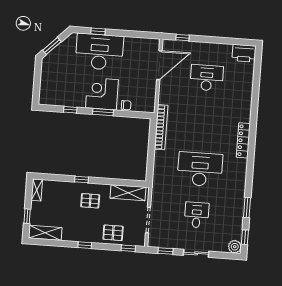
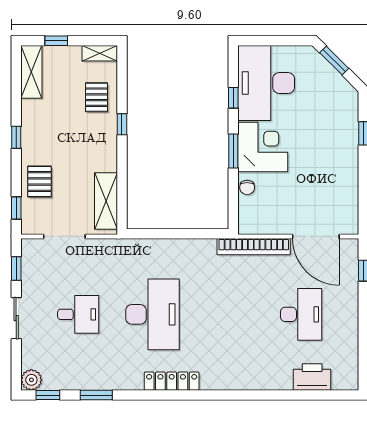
desk: (99, 52) -> (266, 83), moved, turned 180
printer: (244, 53) -> (312, 377), moved, turned 90
bookcase: (161, 127) -> (254, 247), moved
locker: (243, 140) -> (172, 381), moved
pallet: (90, 201) -> (97, 97), moved

